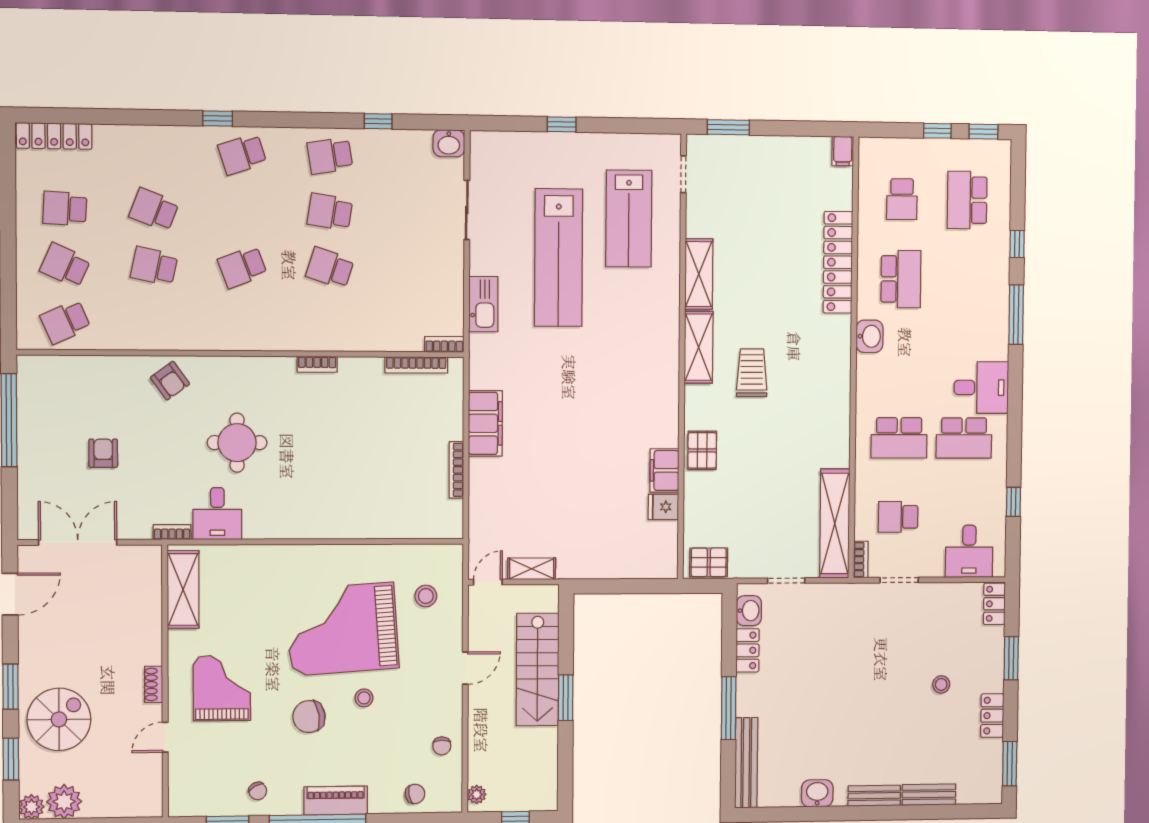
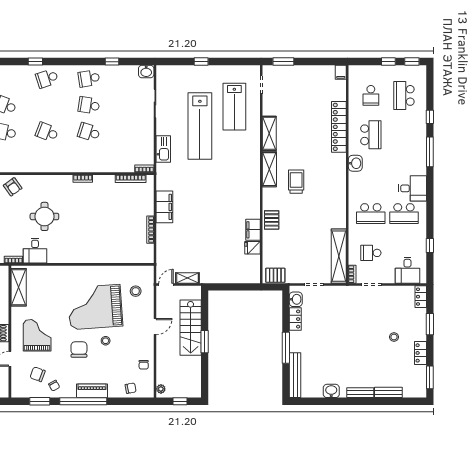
school desk: (242, 267) -> (47, 132), turned 42
chair: (309, 717) -> (79, 350), turned 99
chair: (223, 768) -> (38, 374), added

